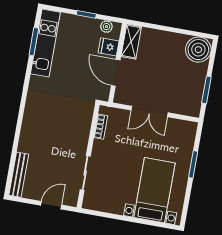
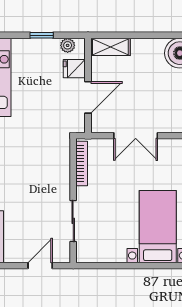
shelving: (131, 42) -> (110, 47), moved, turned 90
door: (116, 73) -> (88, 97), swing flipped
bookcase: (101, 127) -> (82, 163), width x1.56

